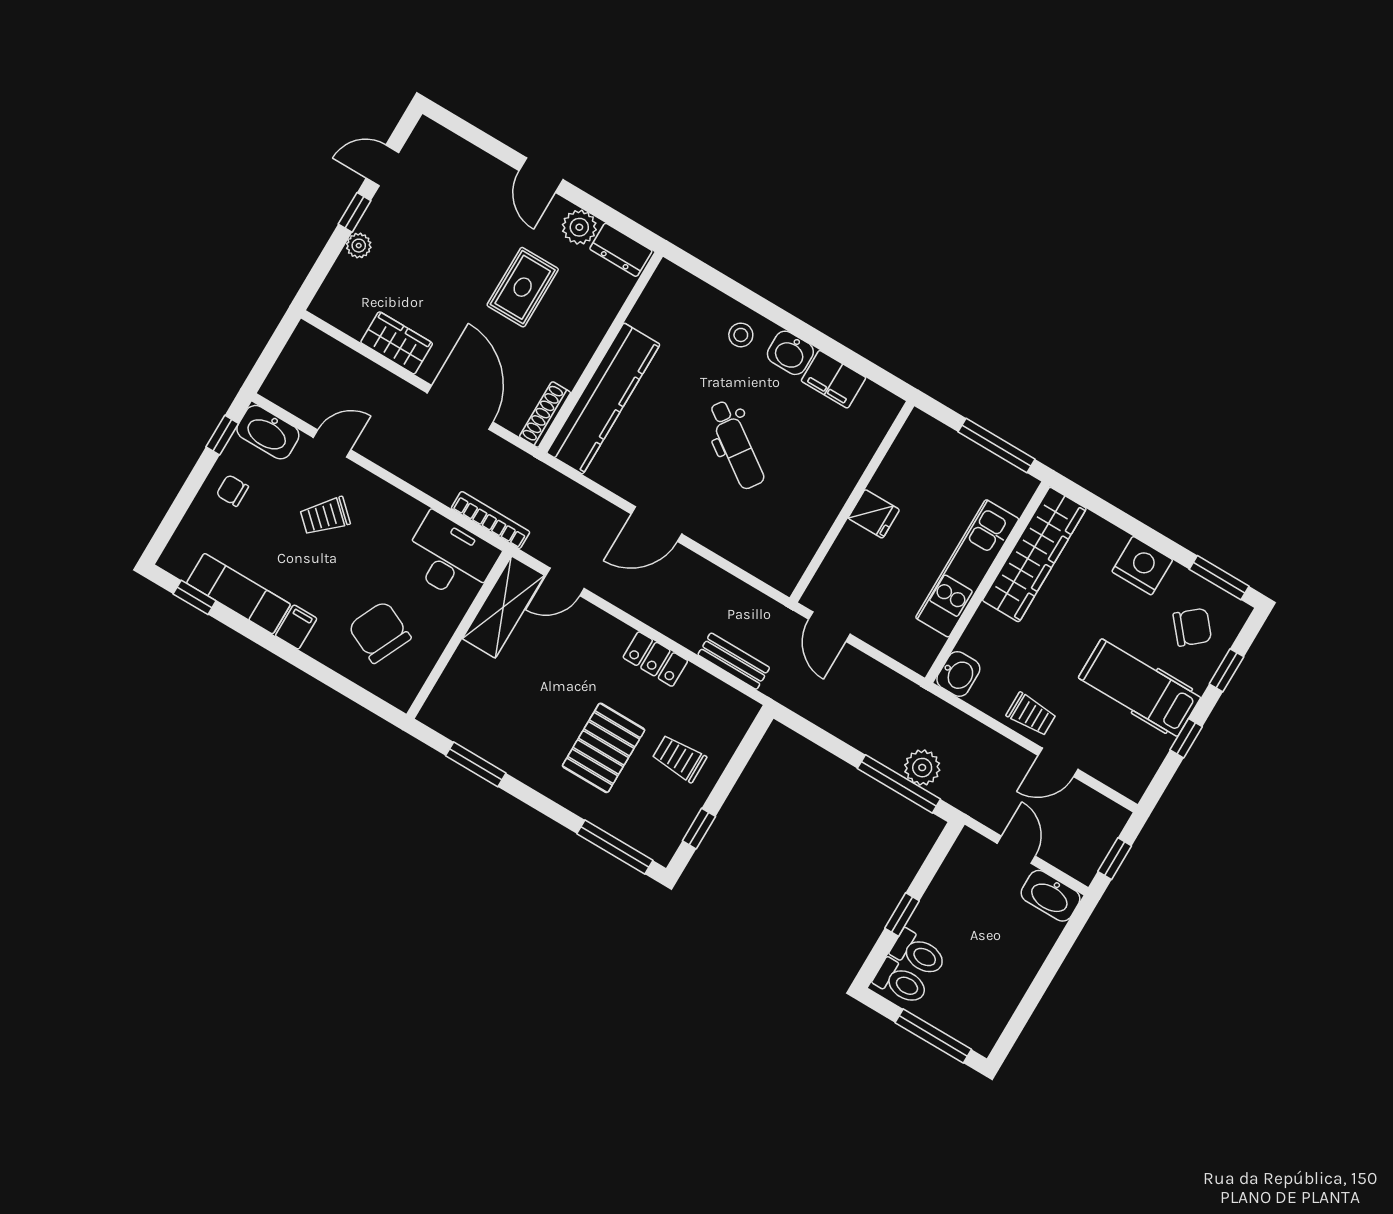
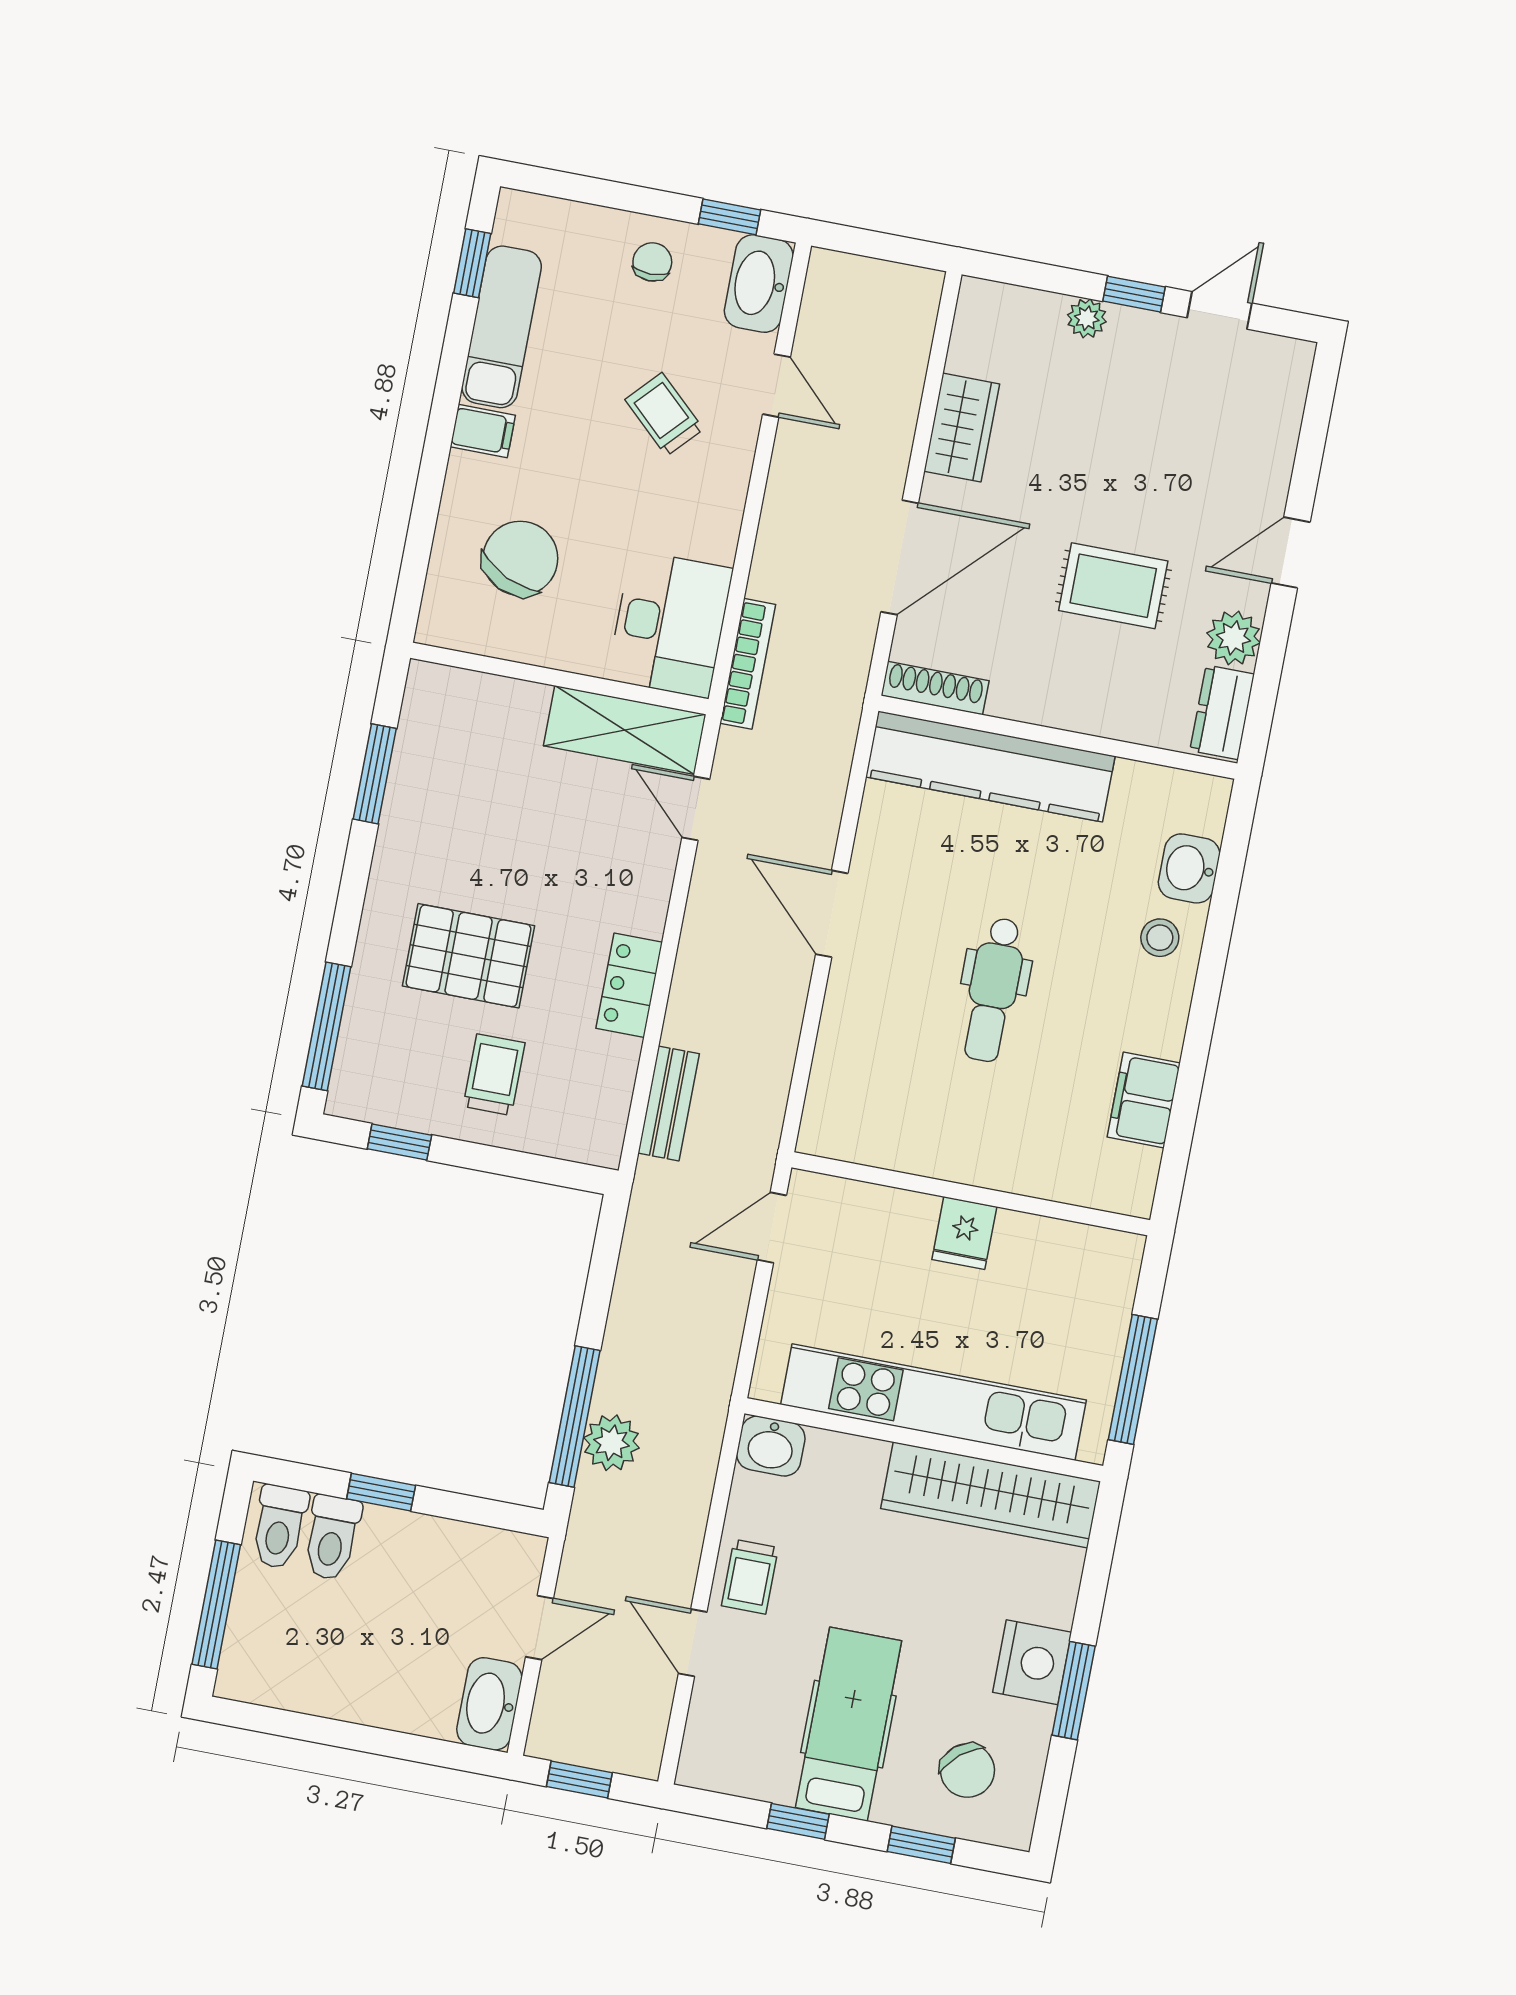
door: (382, 165) -> (1219, 310), hinge flipped
washbasin: (790, 353) -> (1189, 868), moved
dental chair: (736, 445) -> (993, 990), turned -35
kitchen unit: (967, 568) -> (933, 1402), width x1.36
window: (1219, 578) -> (1074, 1691), moved

